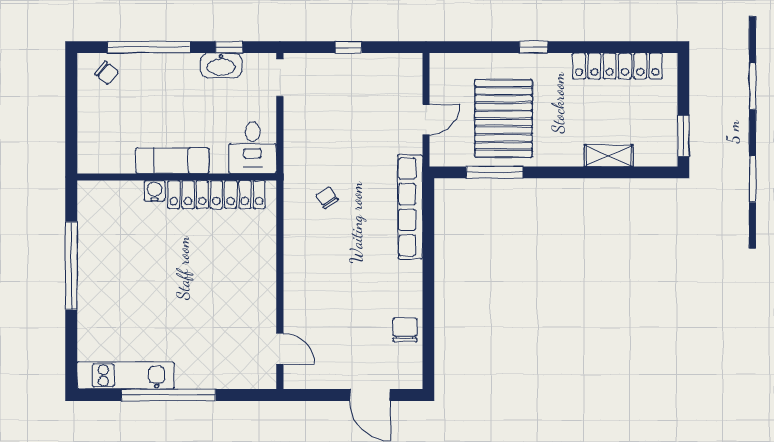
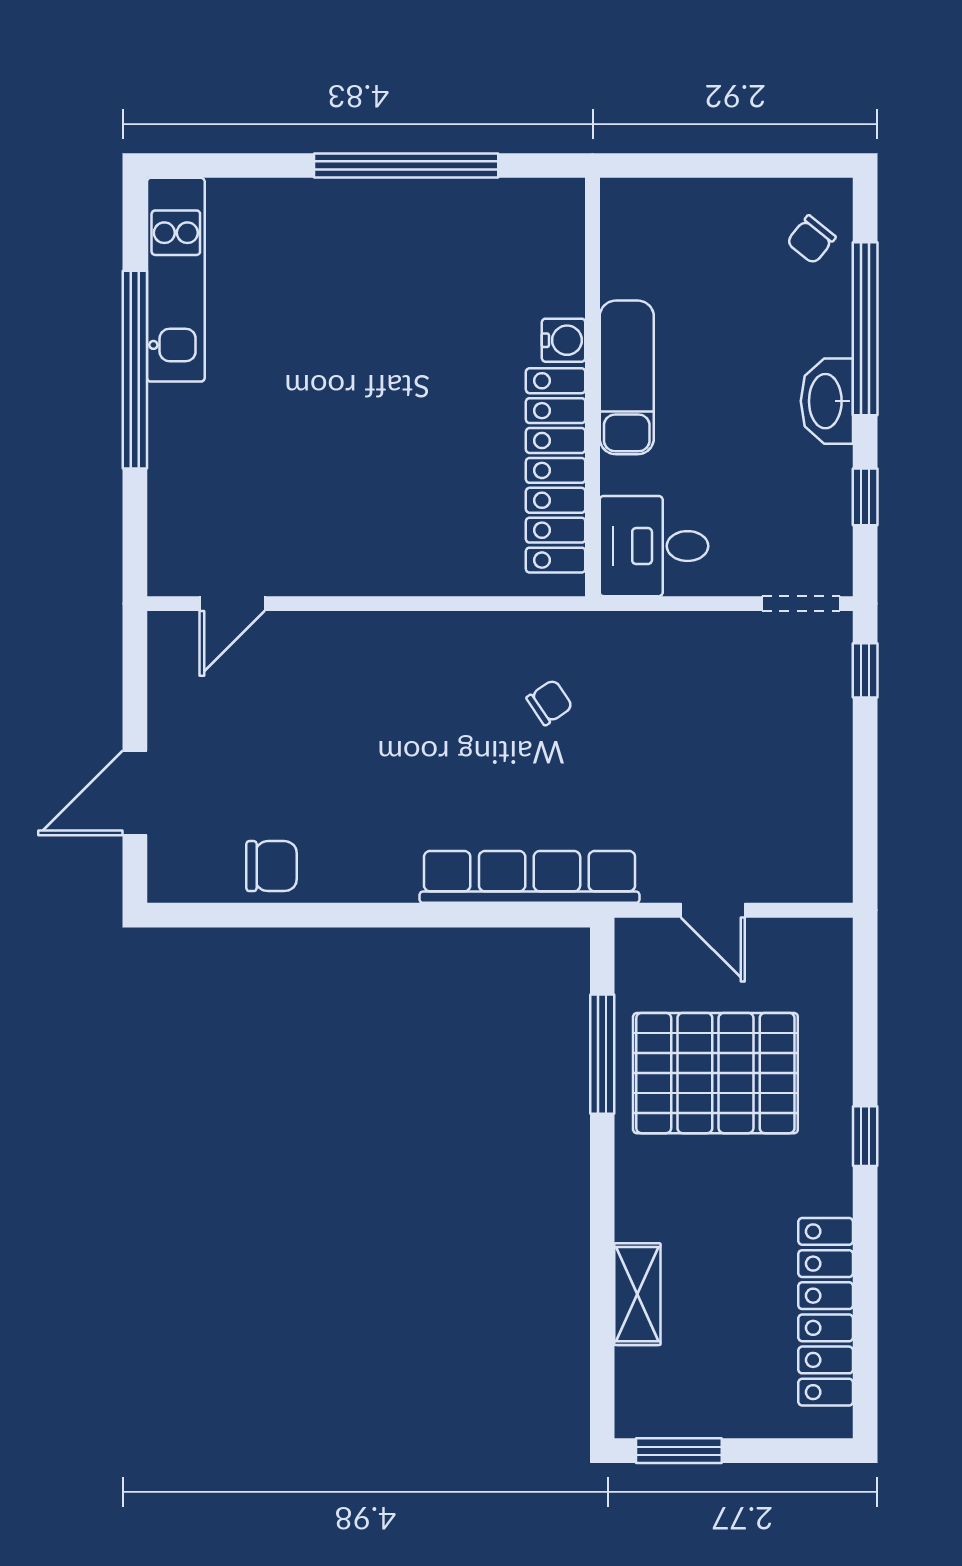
window: (349, 47) -> (865, 670), moved
washbasin: (221, 65) -> (827, 401), moved

